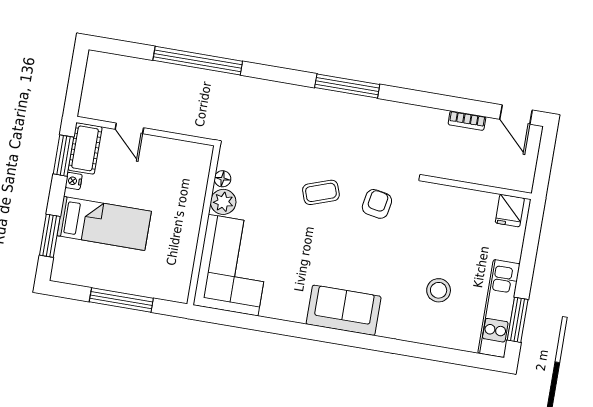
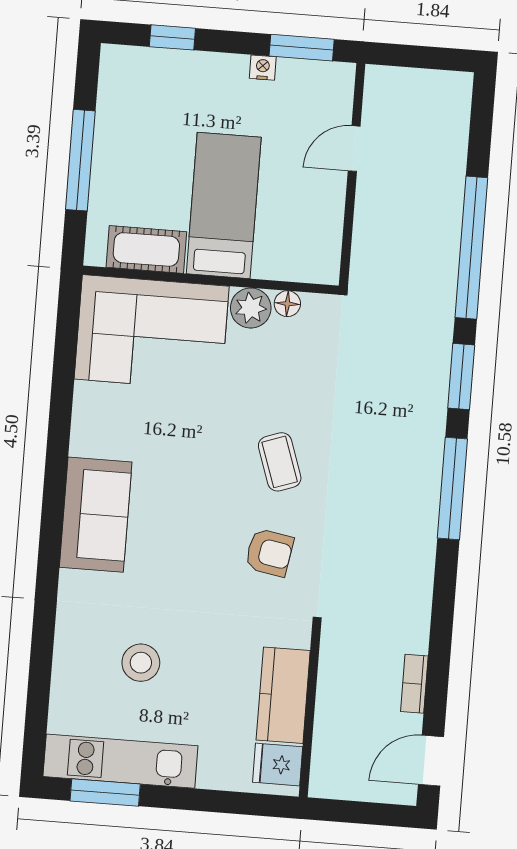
window: (278, 74) -> (461, 377), added
cot: (85, 148) -> (146, 249), moved
kitchen counter: (467, 203) -> (283, 695), added
bed: (104, 223) -> (224, 205), moved, turned 180
window: (50, 236) -> (172, 37), width x0.67

